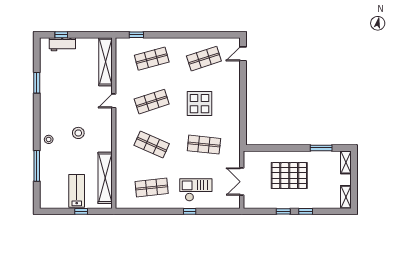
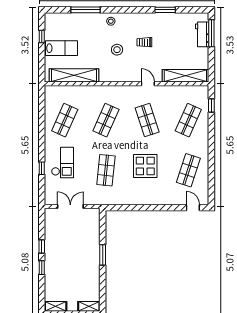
window: (61, 35) -> (211, 33), width x2.17
shop shelf: (152, 59) -> (188, 120), turned 39
shop shelf: (204, 59) -> (188, 170), turned 36
trolley: (70, 104) -> (144, 42), added
window: (321, 148) -> (103, 255), moved
pallet: (289, 176) -> (76, 252), removed
shop shelf: (152, 187) -> (65, 120), turned 30
window: (81, 211) -> (42, 36), moved
window: (190, 211) -> (42, 168), moved

